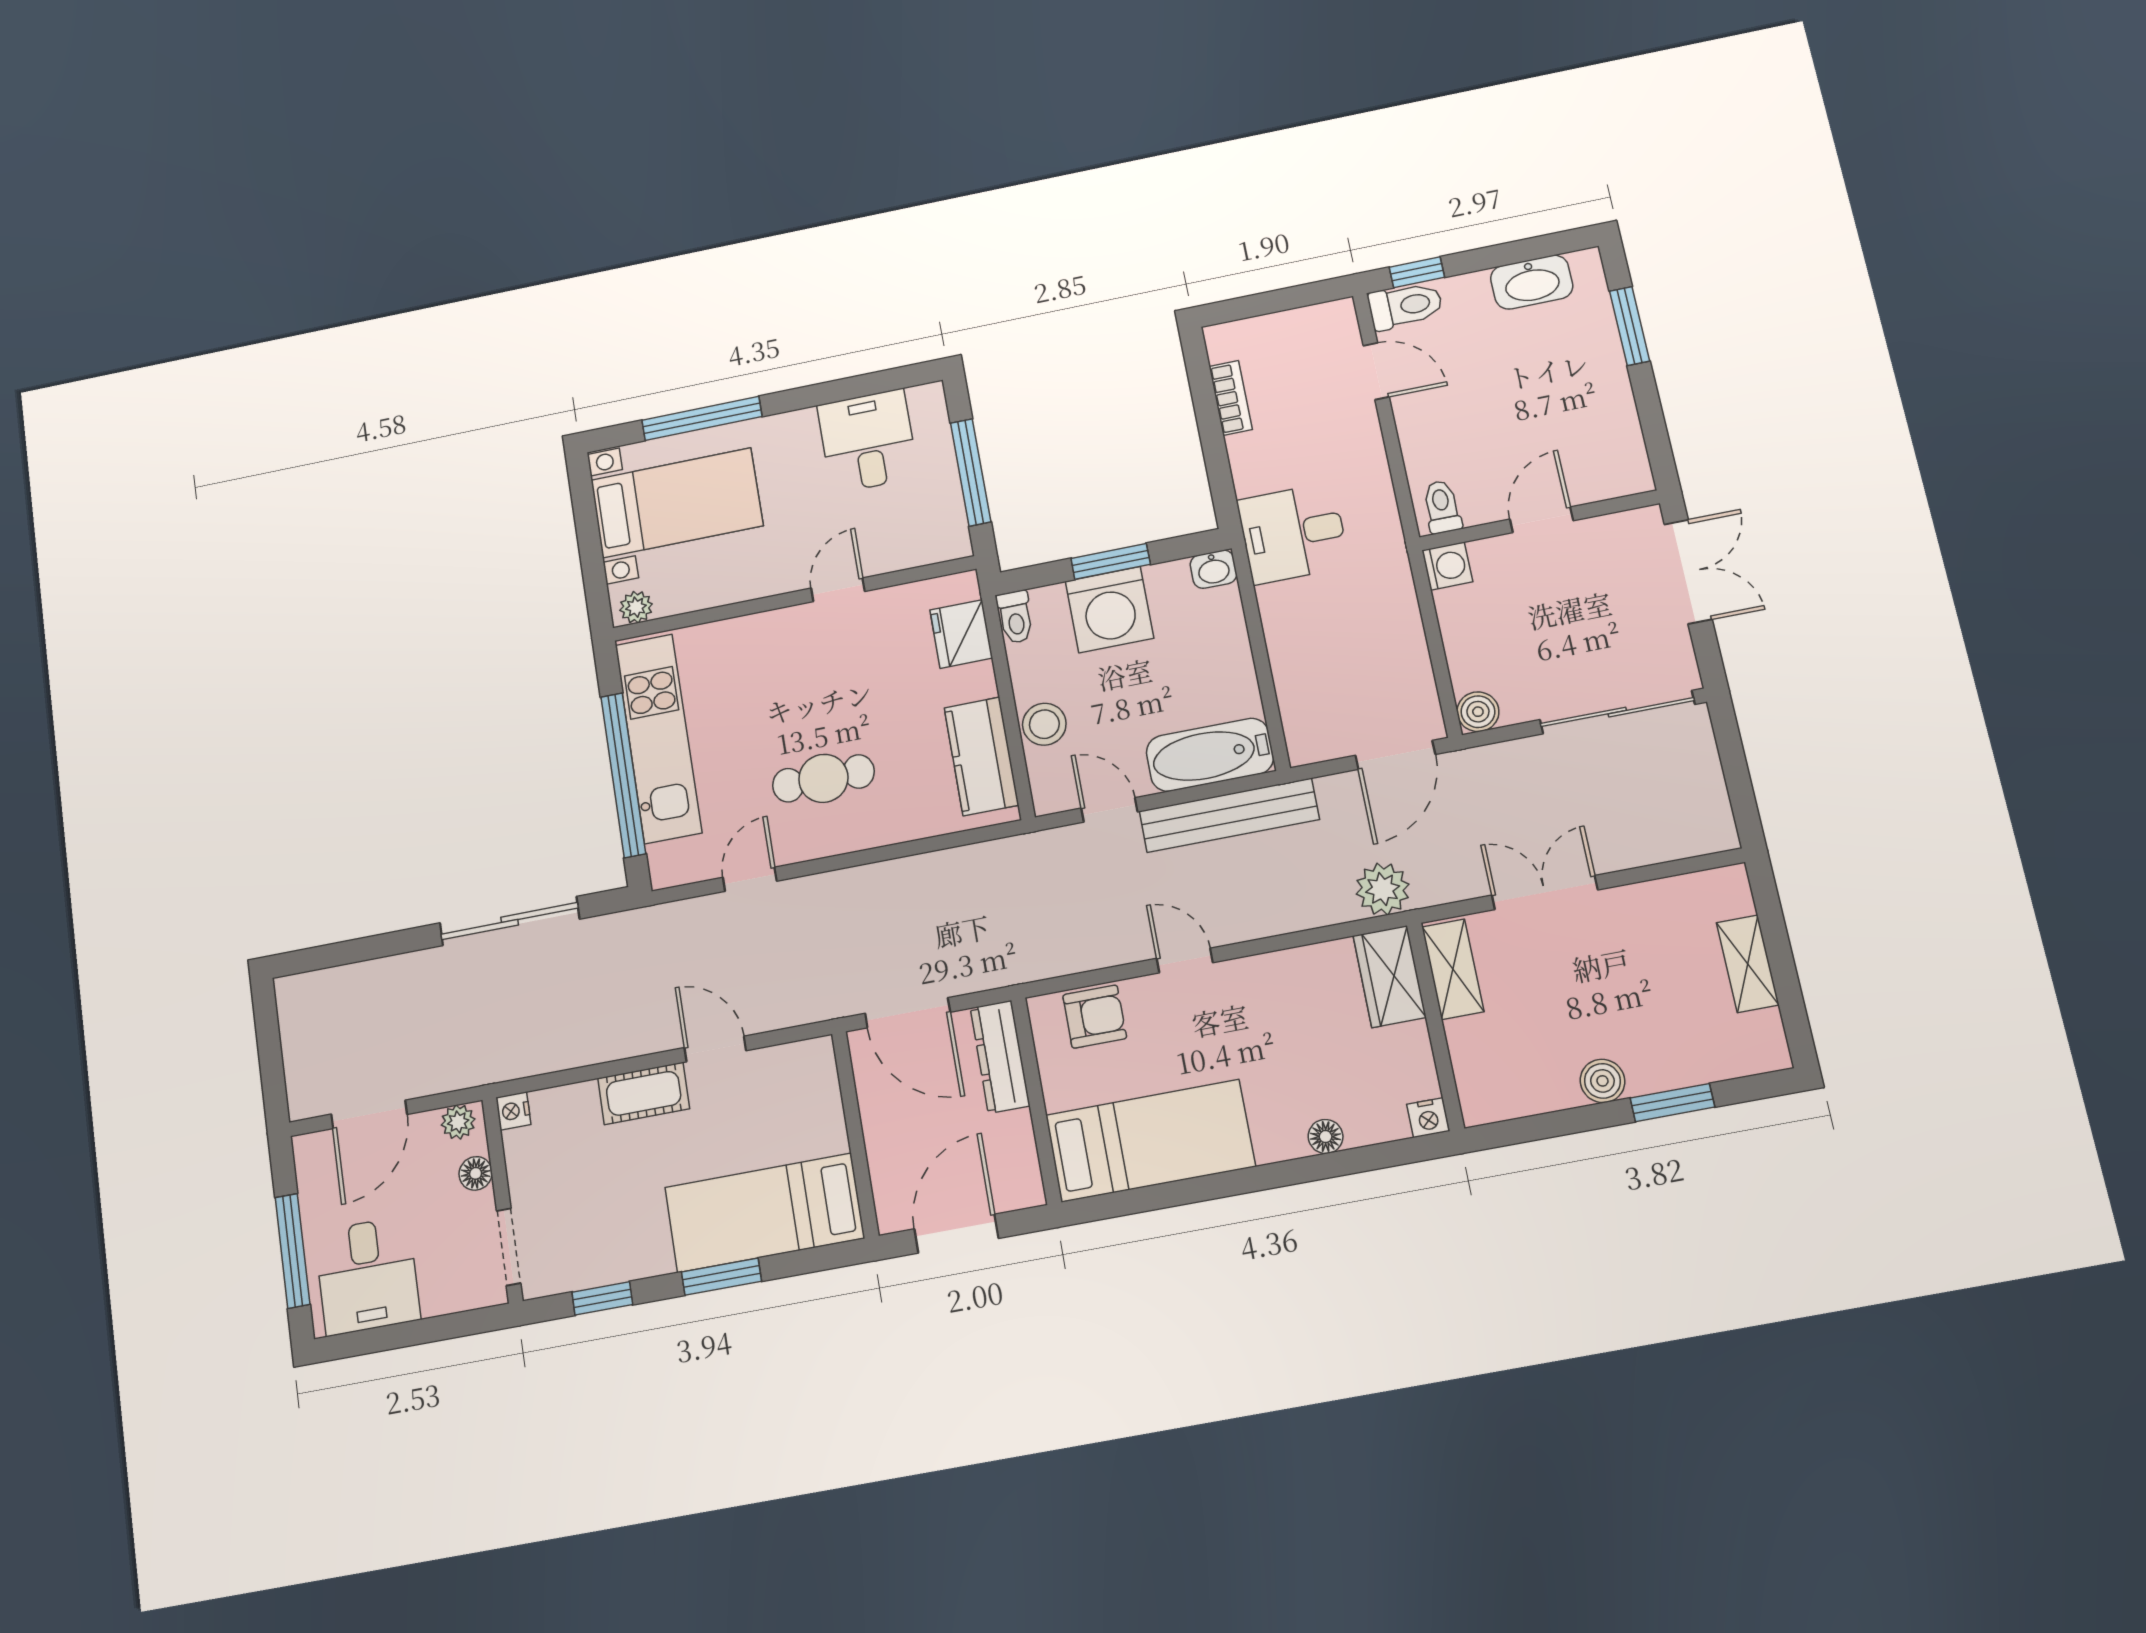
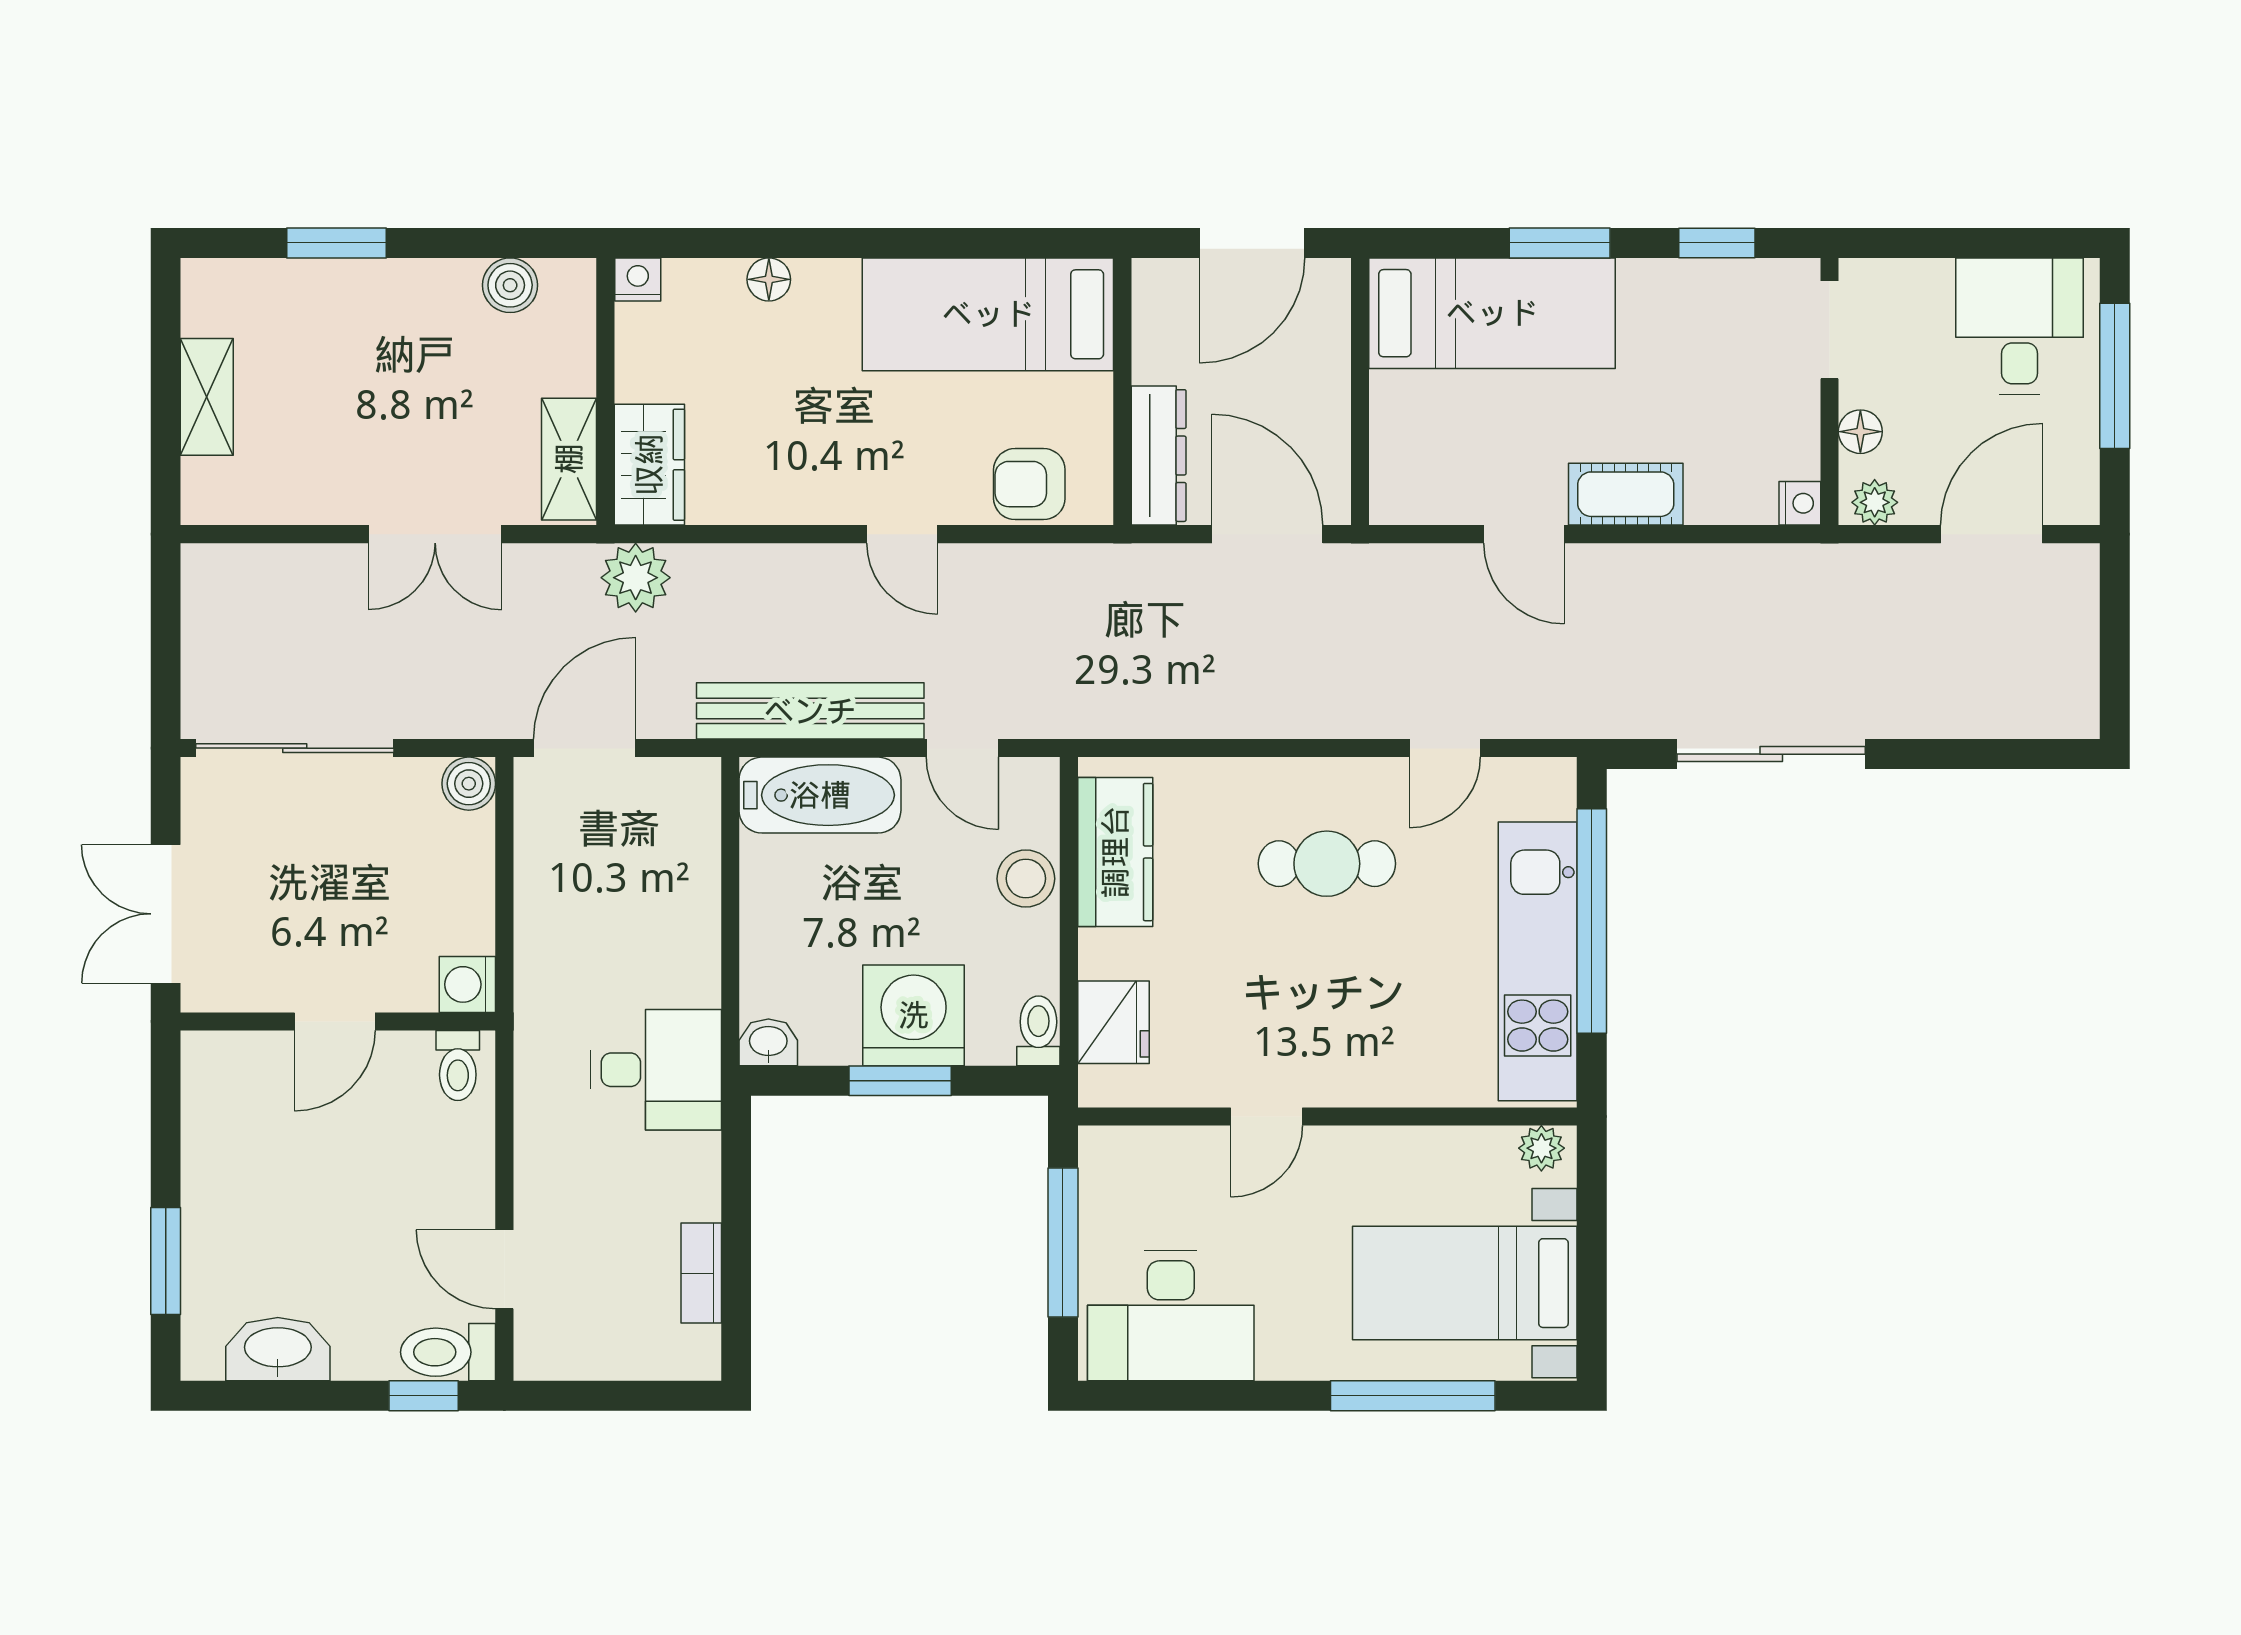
desk: (868, 441) -> (1171, 1316), width x1.37
boiler: (1602, 1081) -> (510, 285), moved

